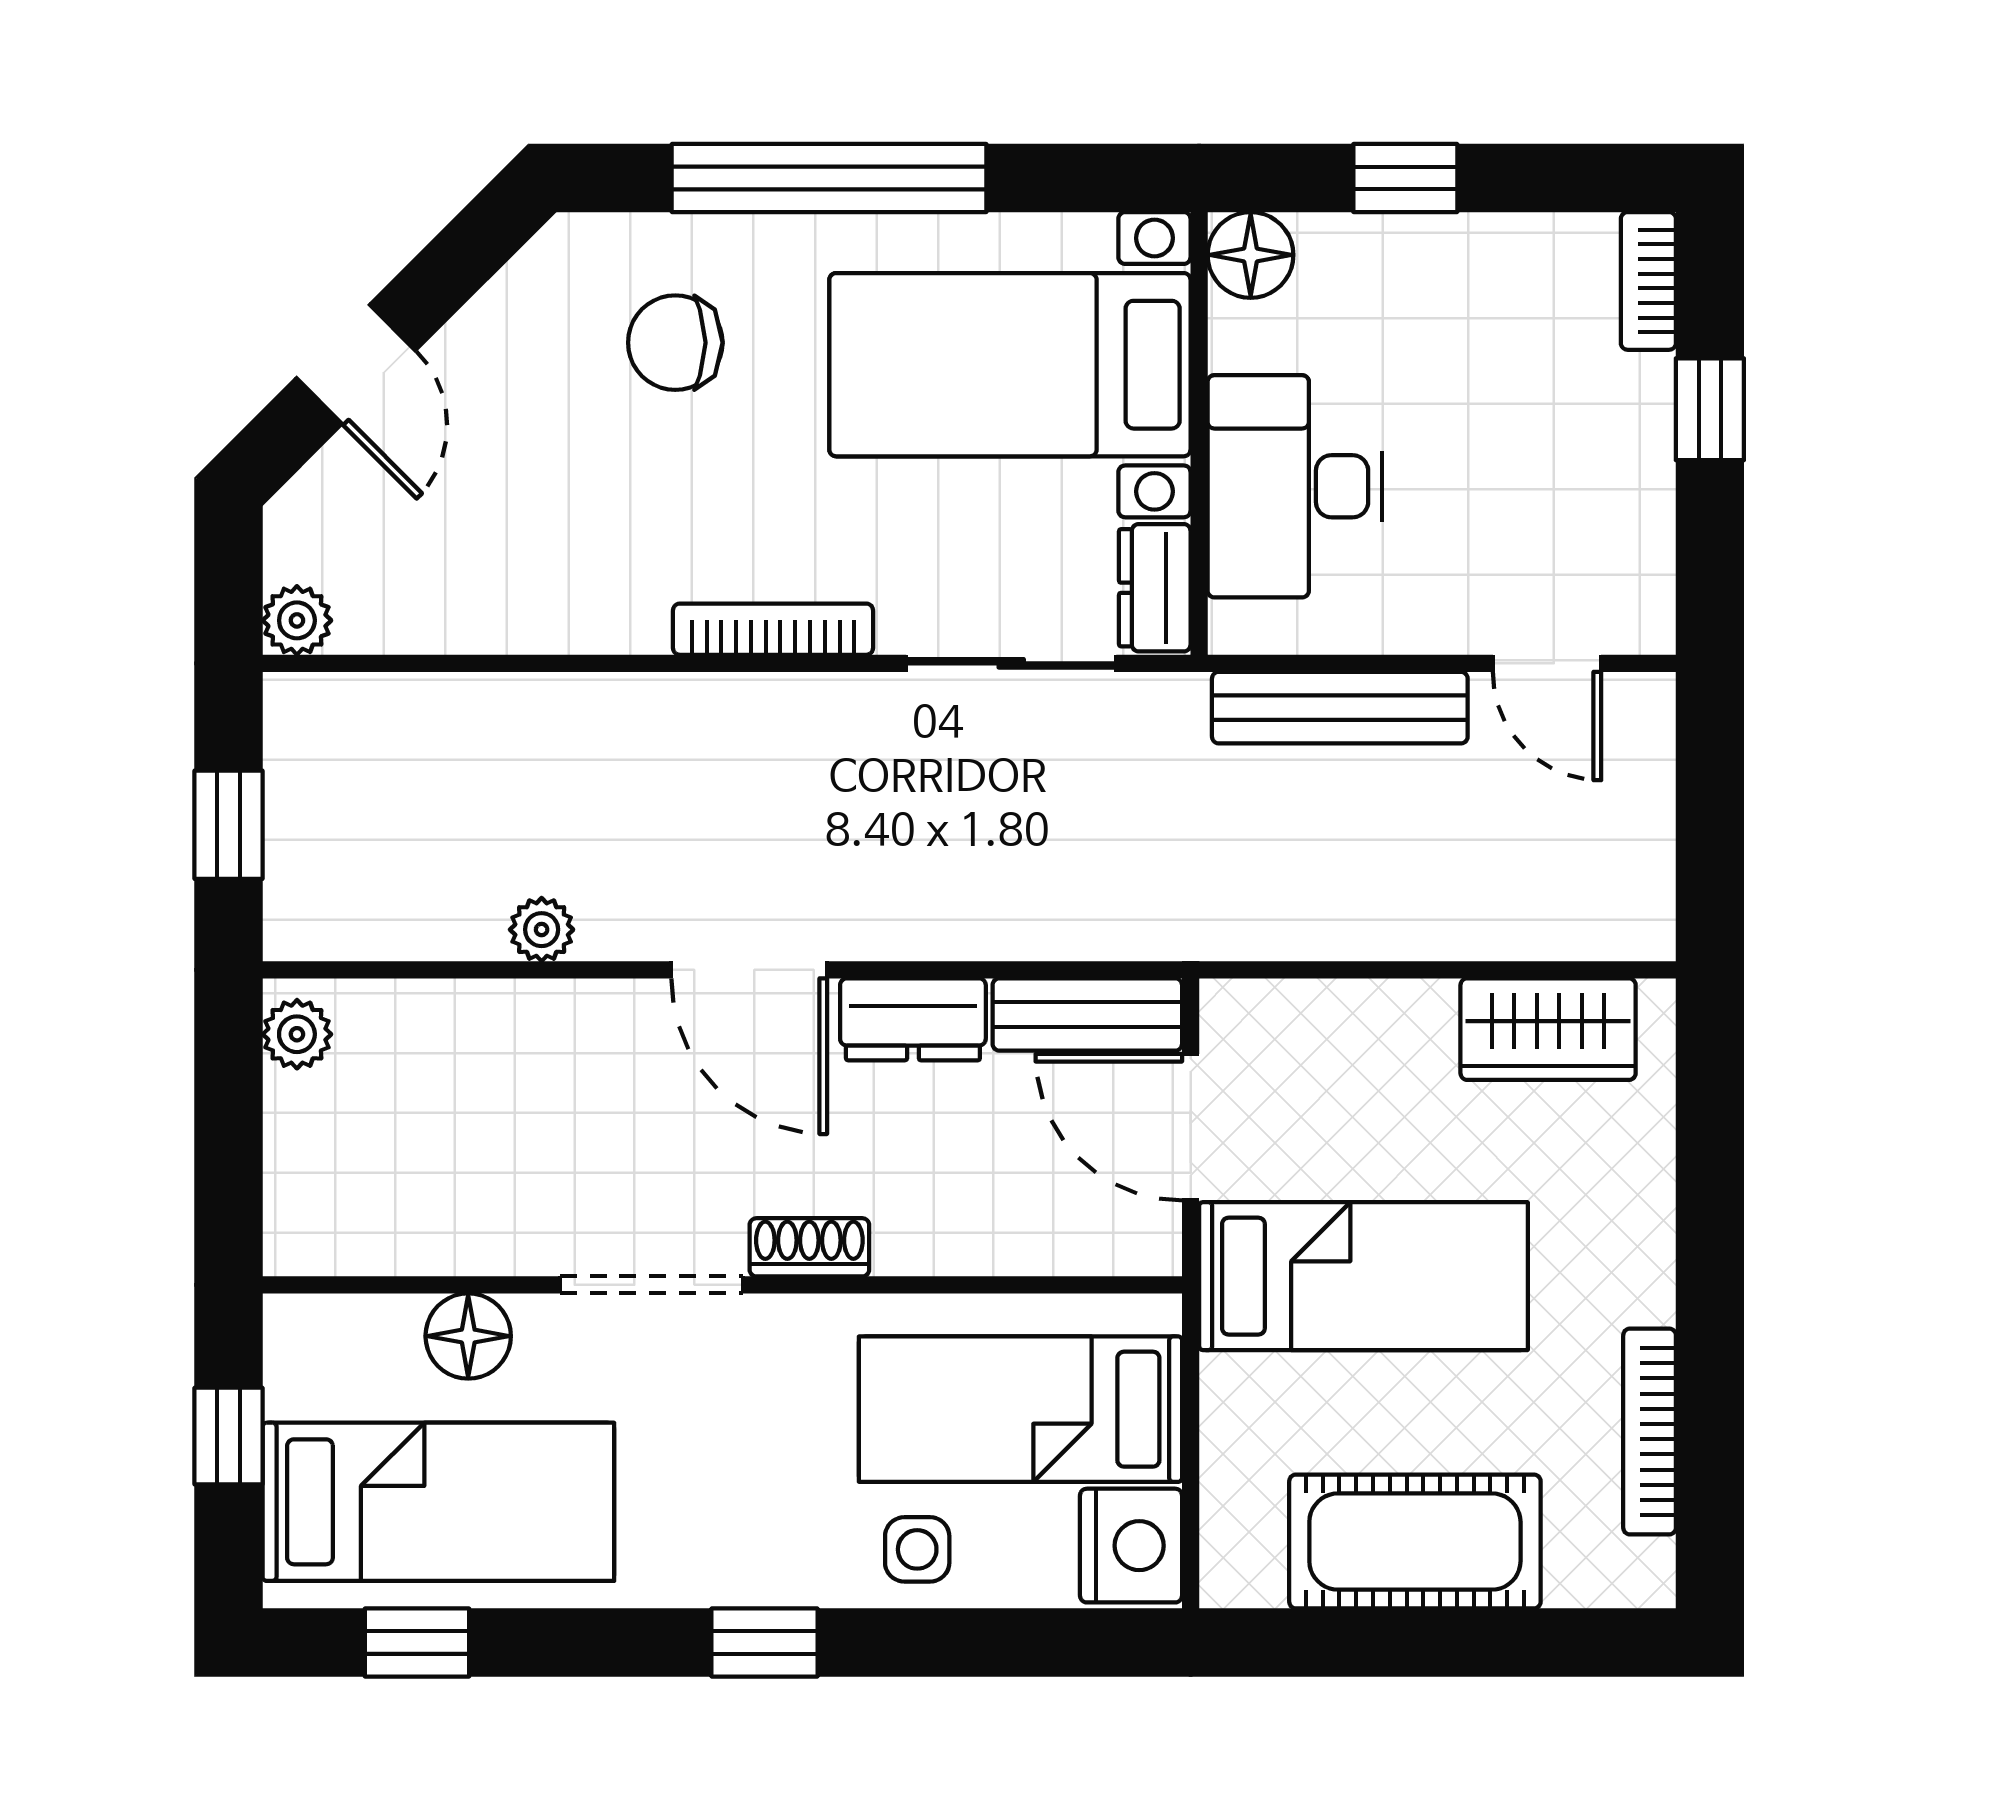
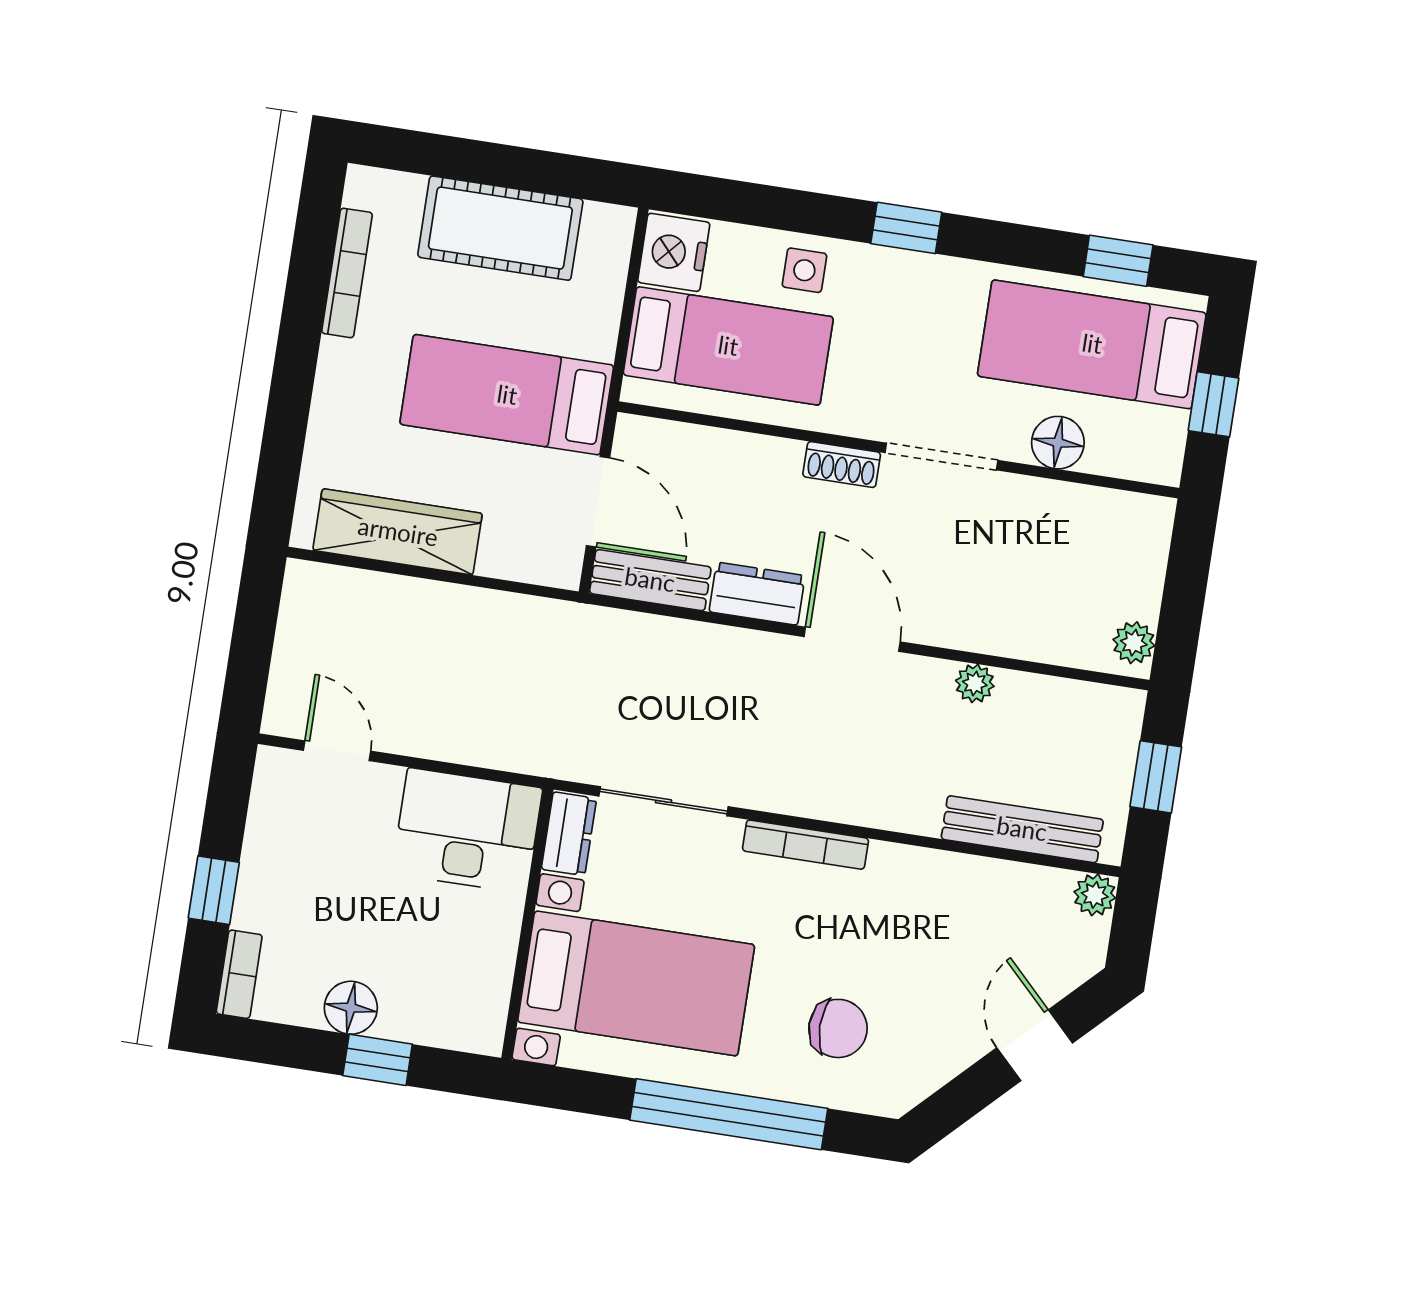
floor lamp: (1251, 255) -> (351, 1008), moved
desk: (1295, 486) -> (467, 831), moved, turned -90
bench: (1340, 708) -> (1022, 829), moved
wardrobe: (1548, 1029) -> (398, 532), width x1.50

